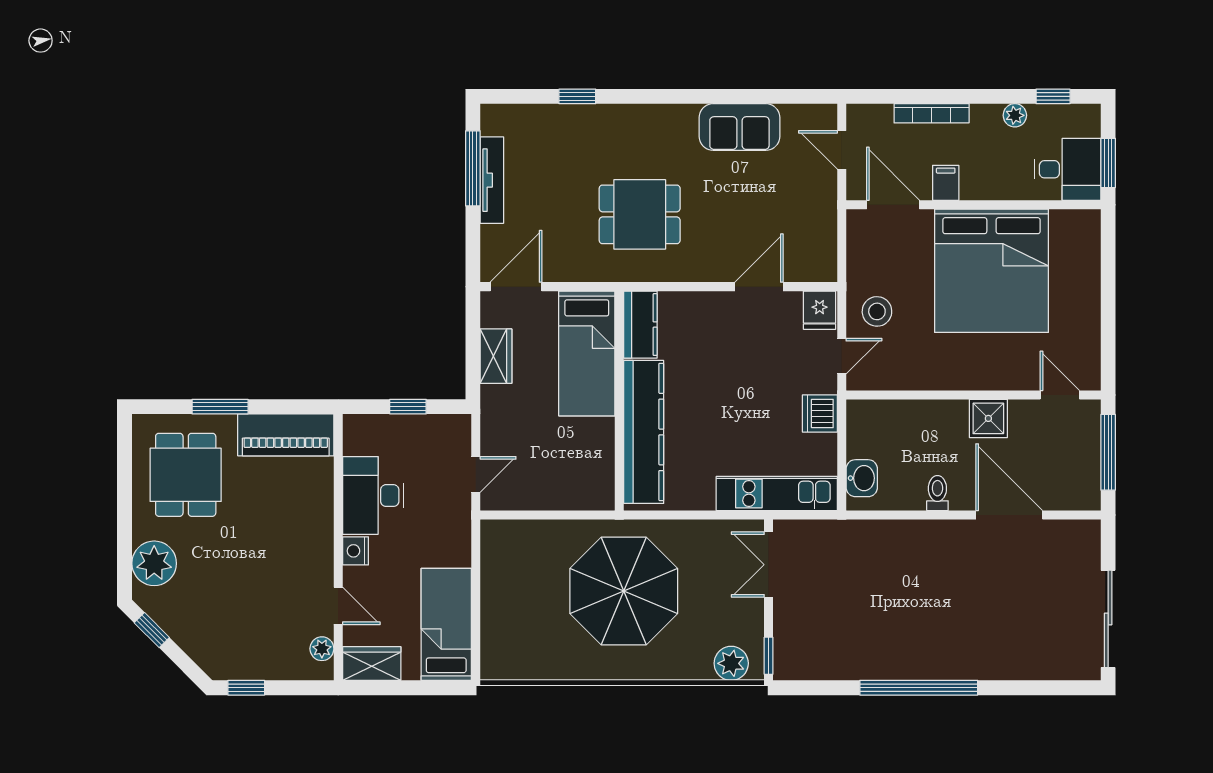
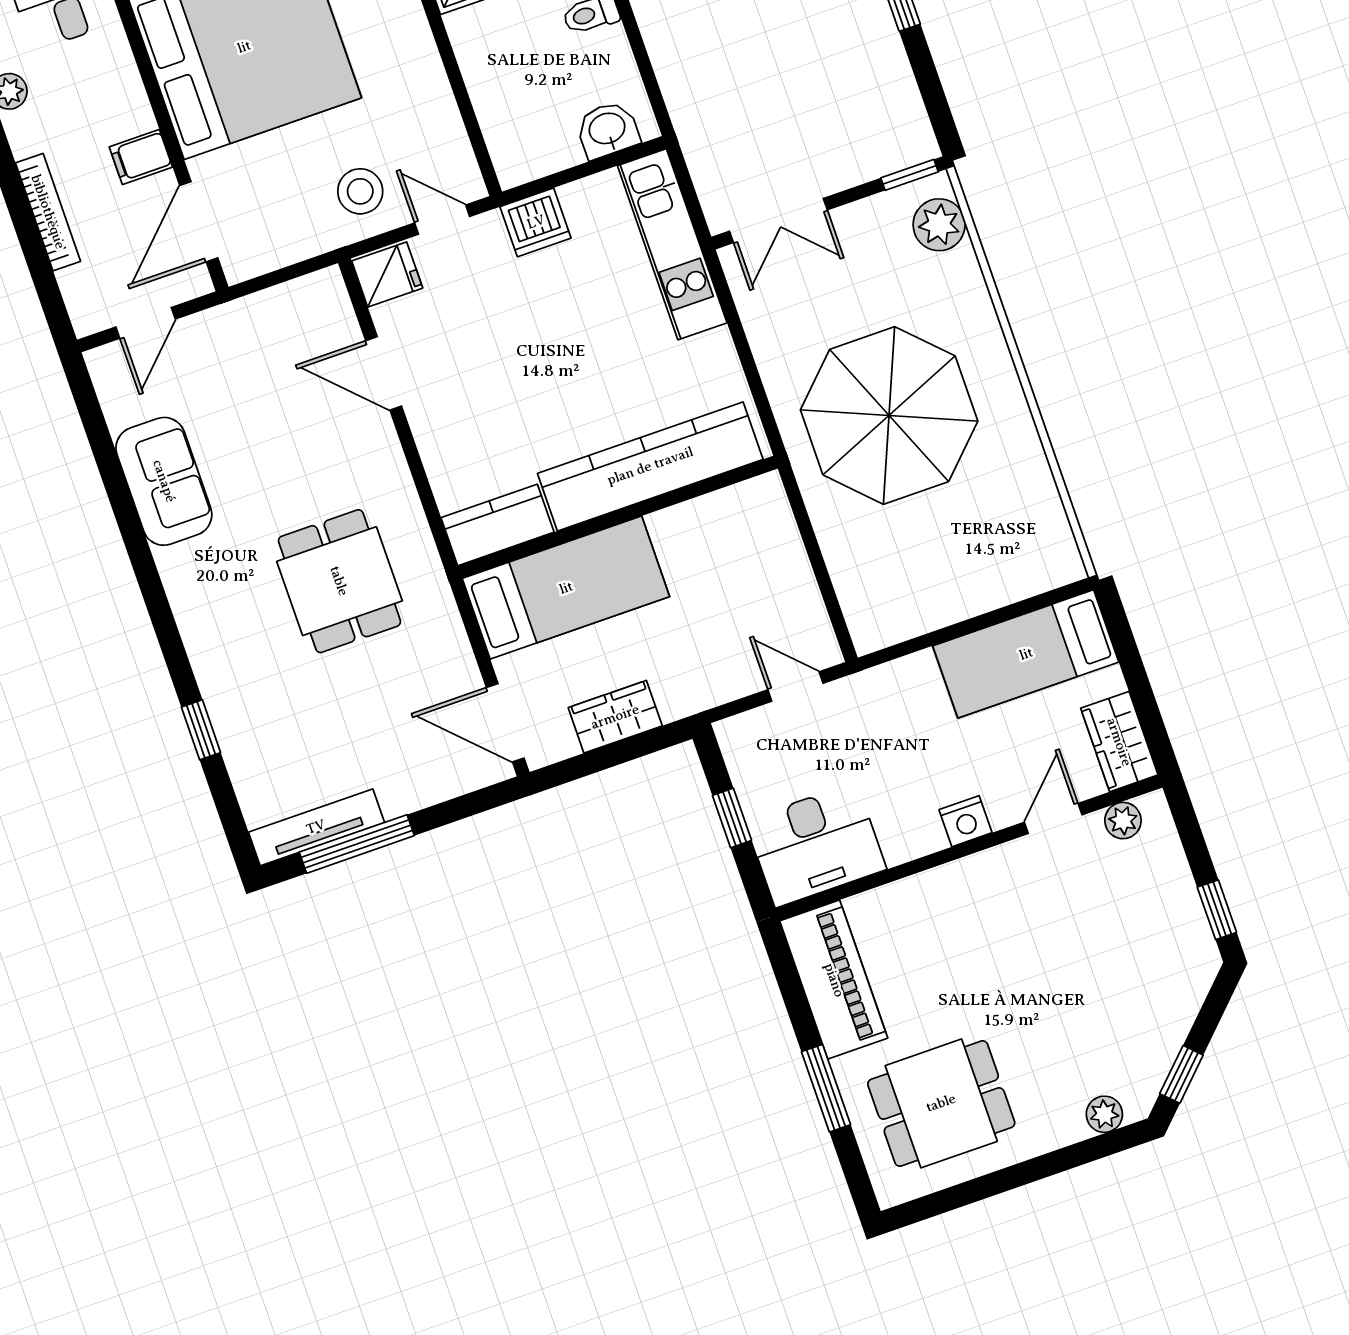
tv unit: (492, 180) -> (316, 827), moved
desk: (373, 496) -> (816, 845), moved
plant: (154, 563) -> (1104, 1114), width x0.53, depth x0.53

